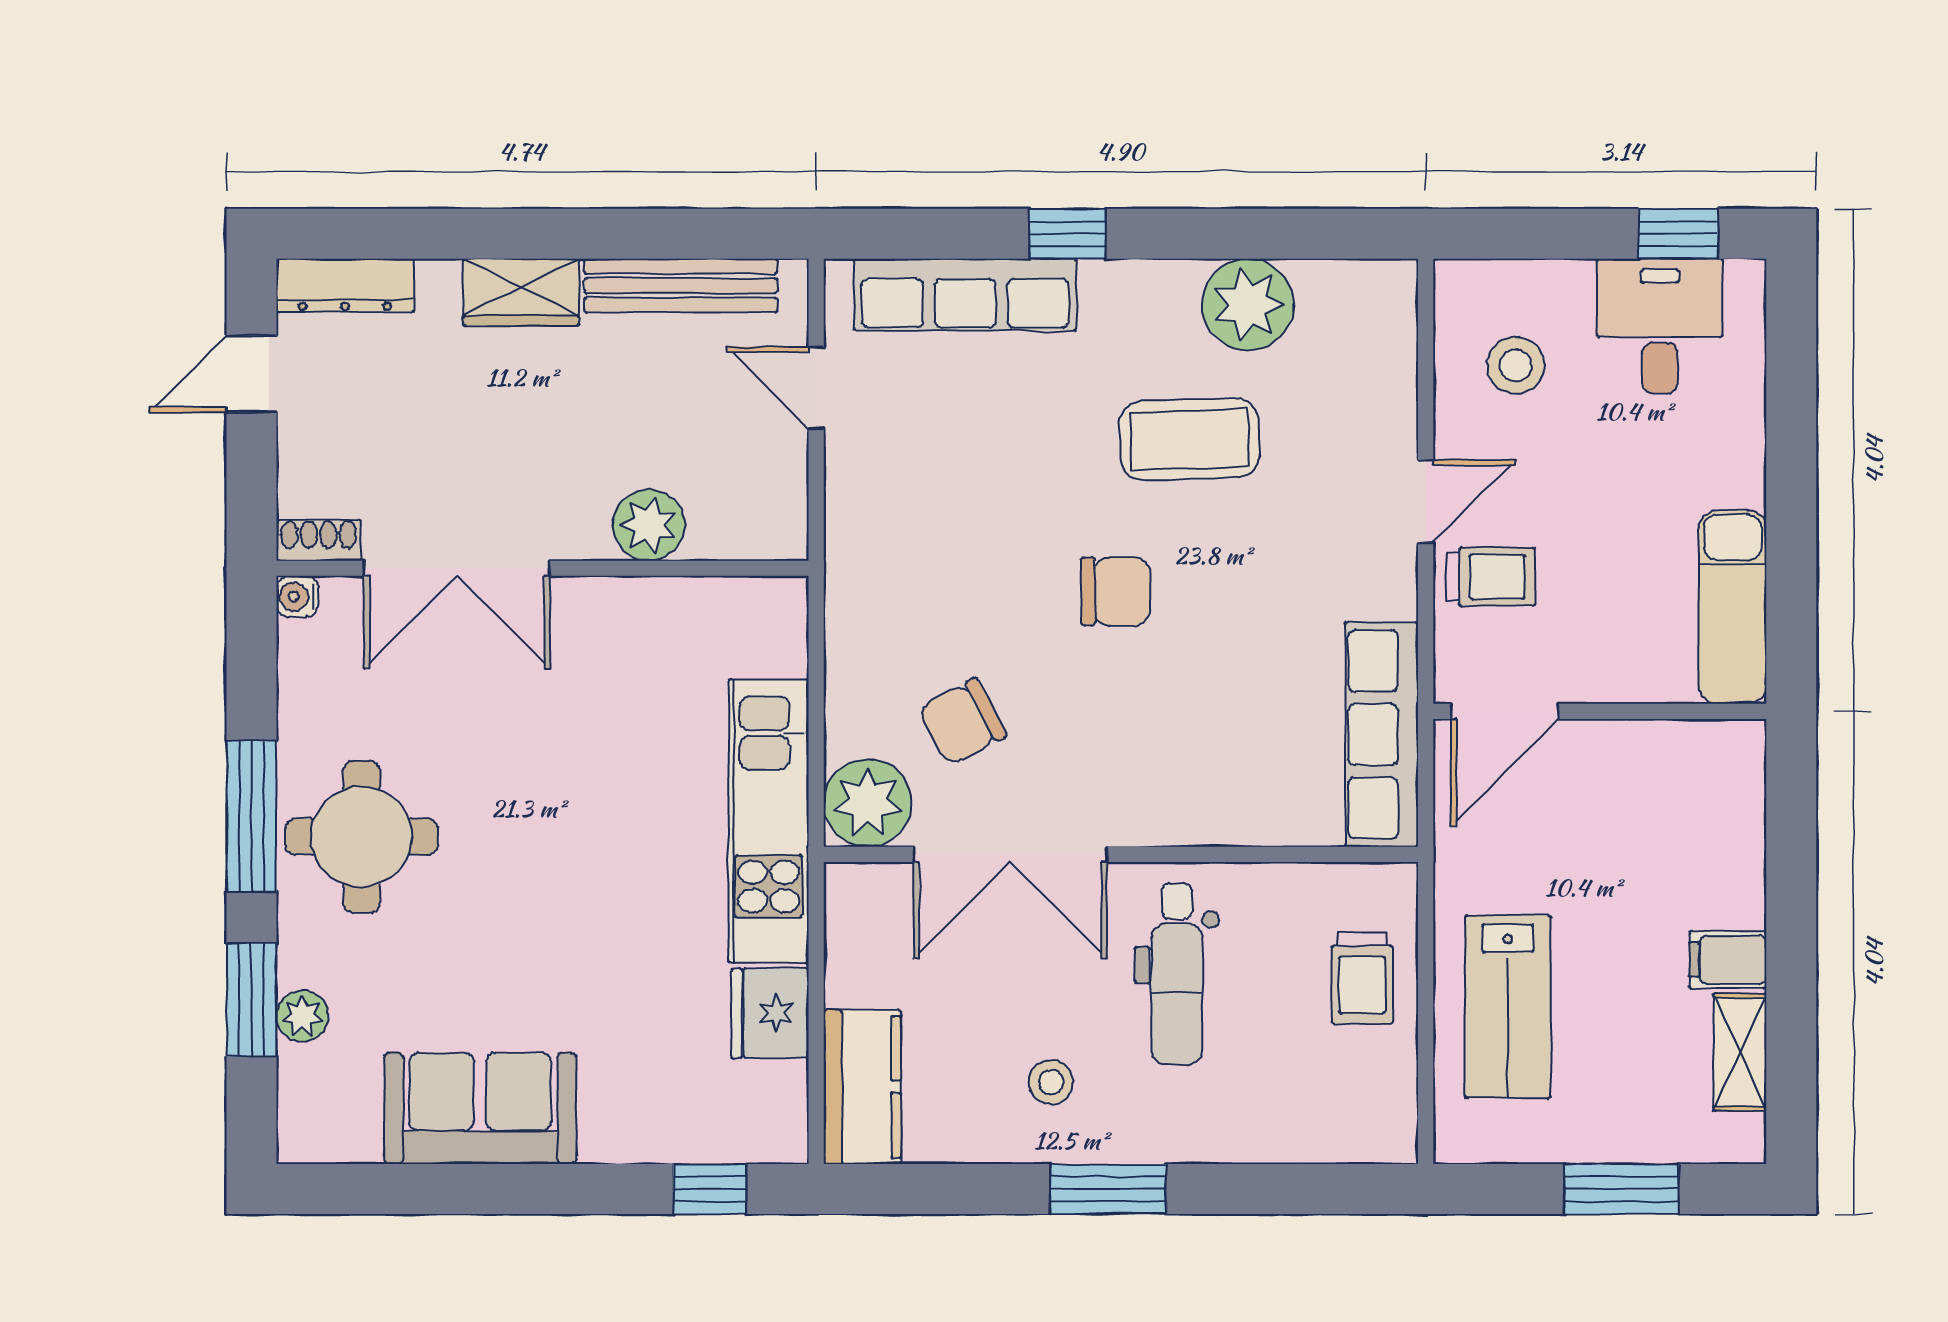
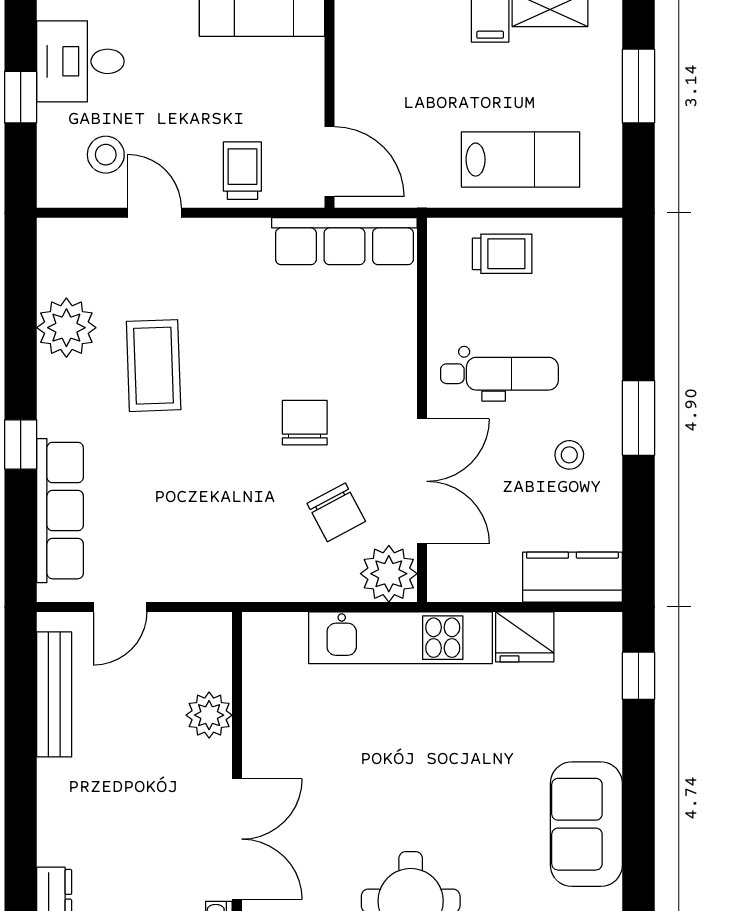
window: (1678, 234) -> (21, 97), moved
wardrobe: (521, 292) -> (59, 798), removed
door: (1426, 501) -> (155, 213), moved
chair: (1116, 591) -> (305, 423), moved

